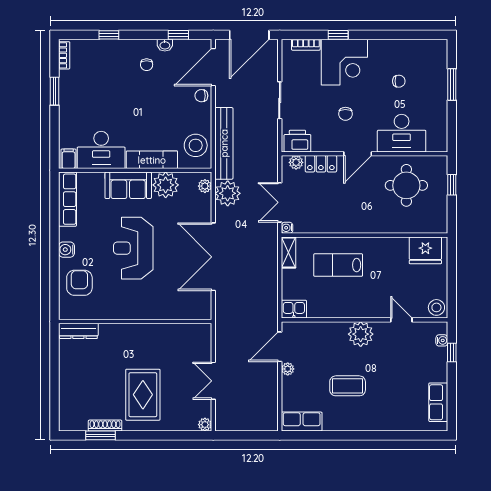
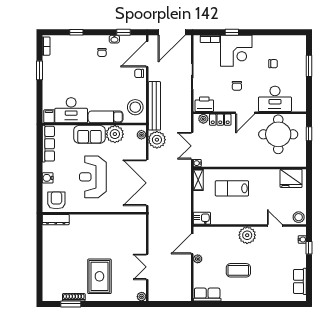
round table: (406, 185) -> (278, 134), width x1.36, depth x1.36
wall: (135, 322) -> (94, 213), moved
dresser: (78, 331) -> (56, 220), moved

